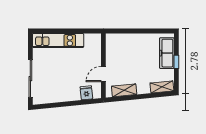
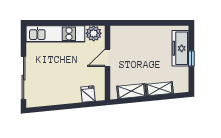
plant: (91, 40) -> (94, 33), added
door: (103, 74) -> (107, 58), moved
shelving: (162, 87) -> (160, 89), moved

